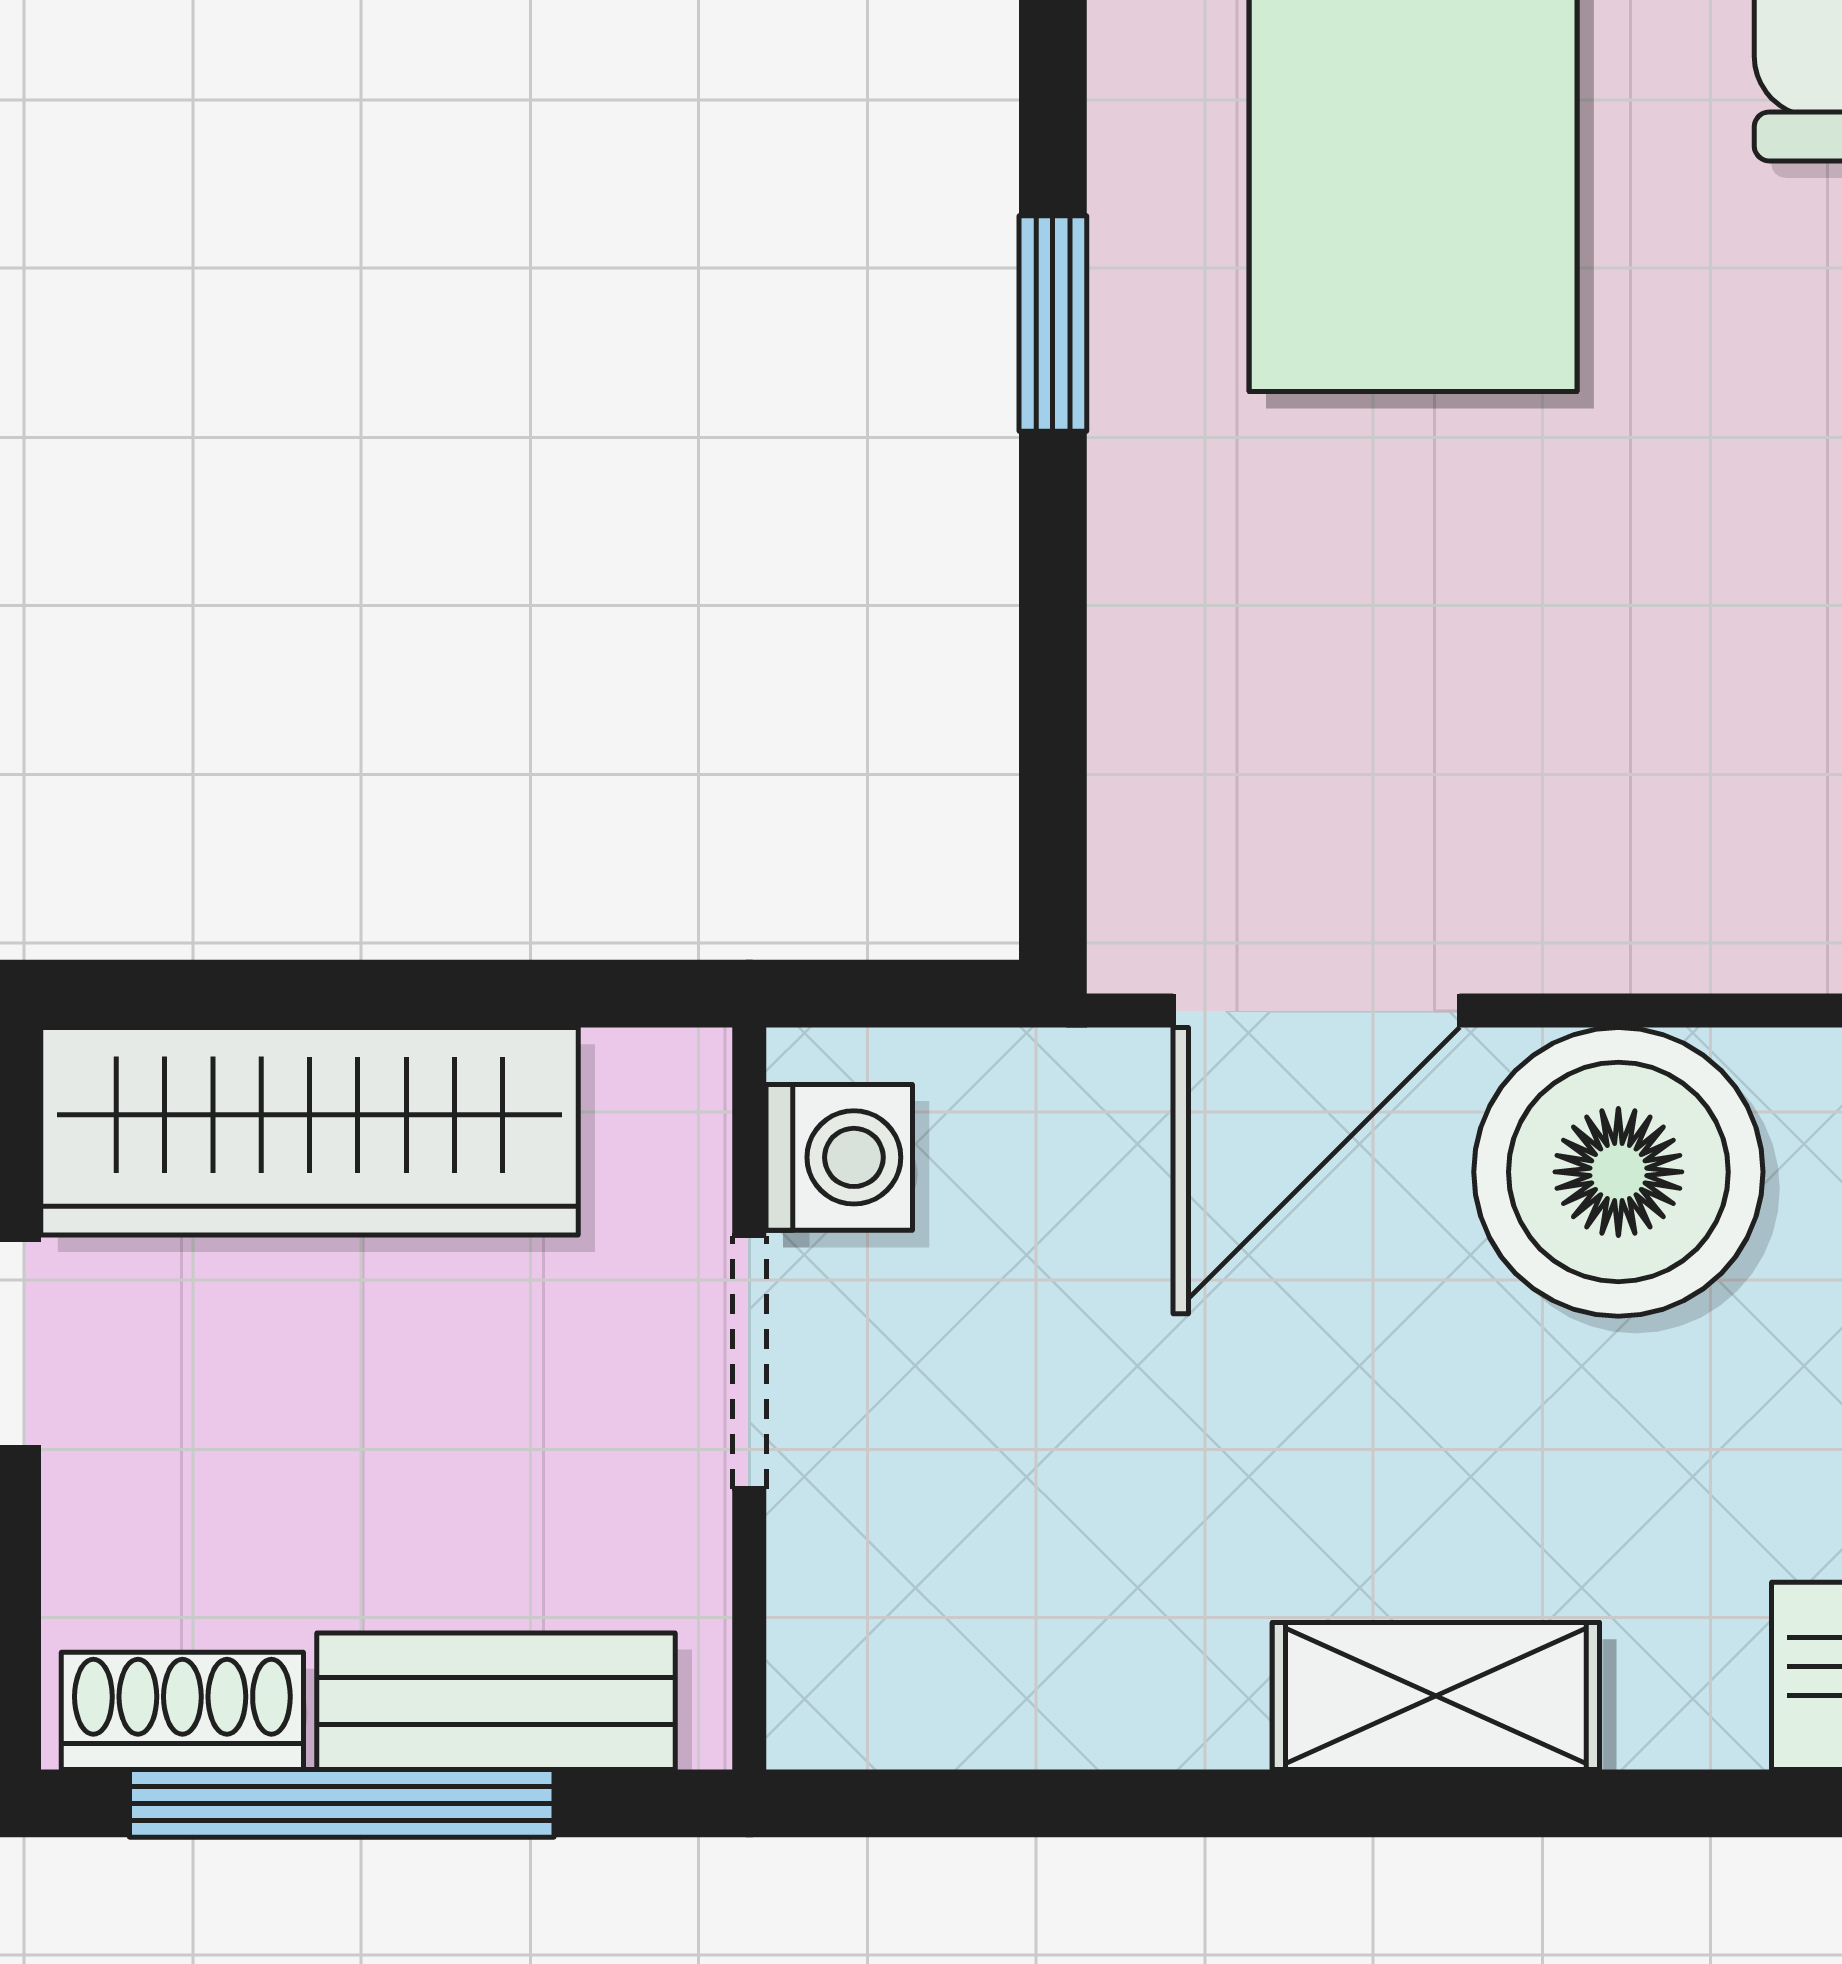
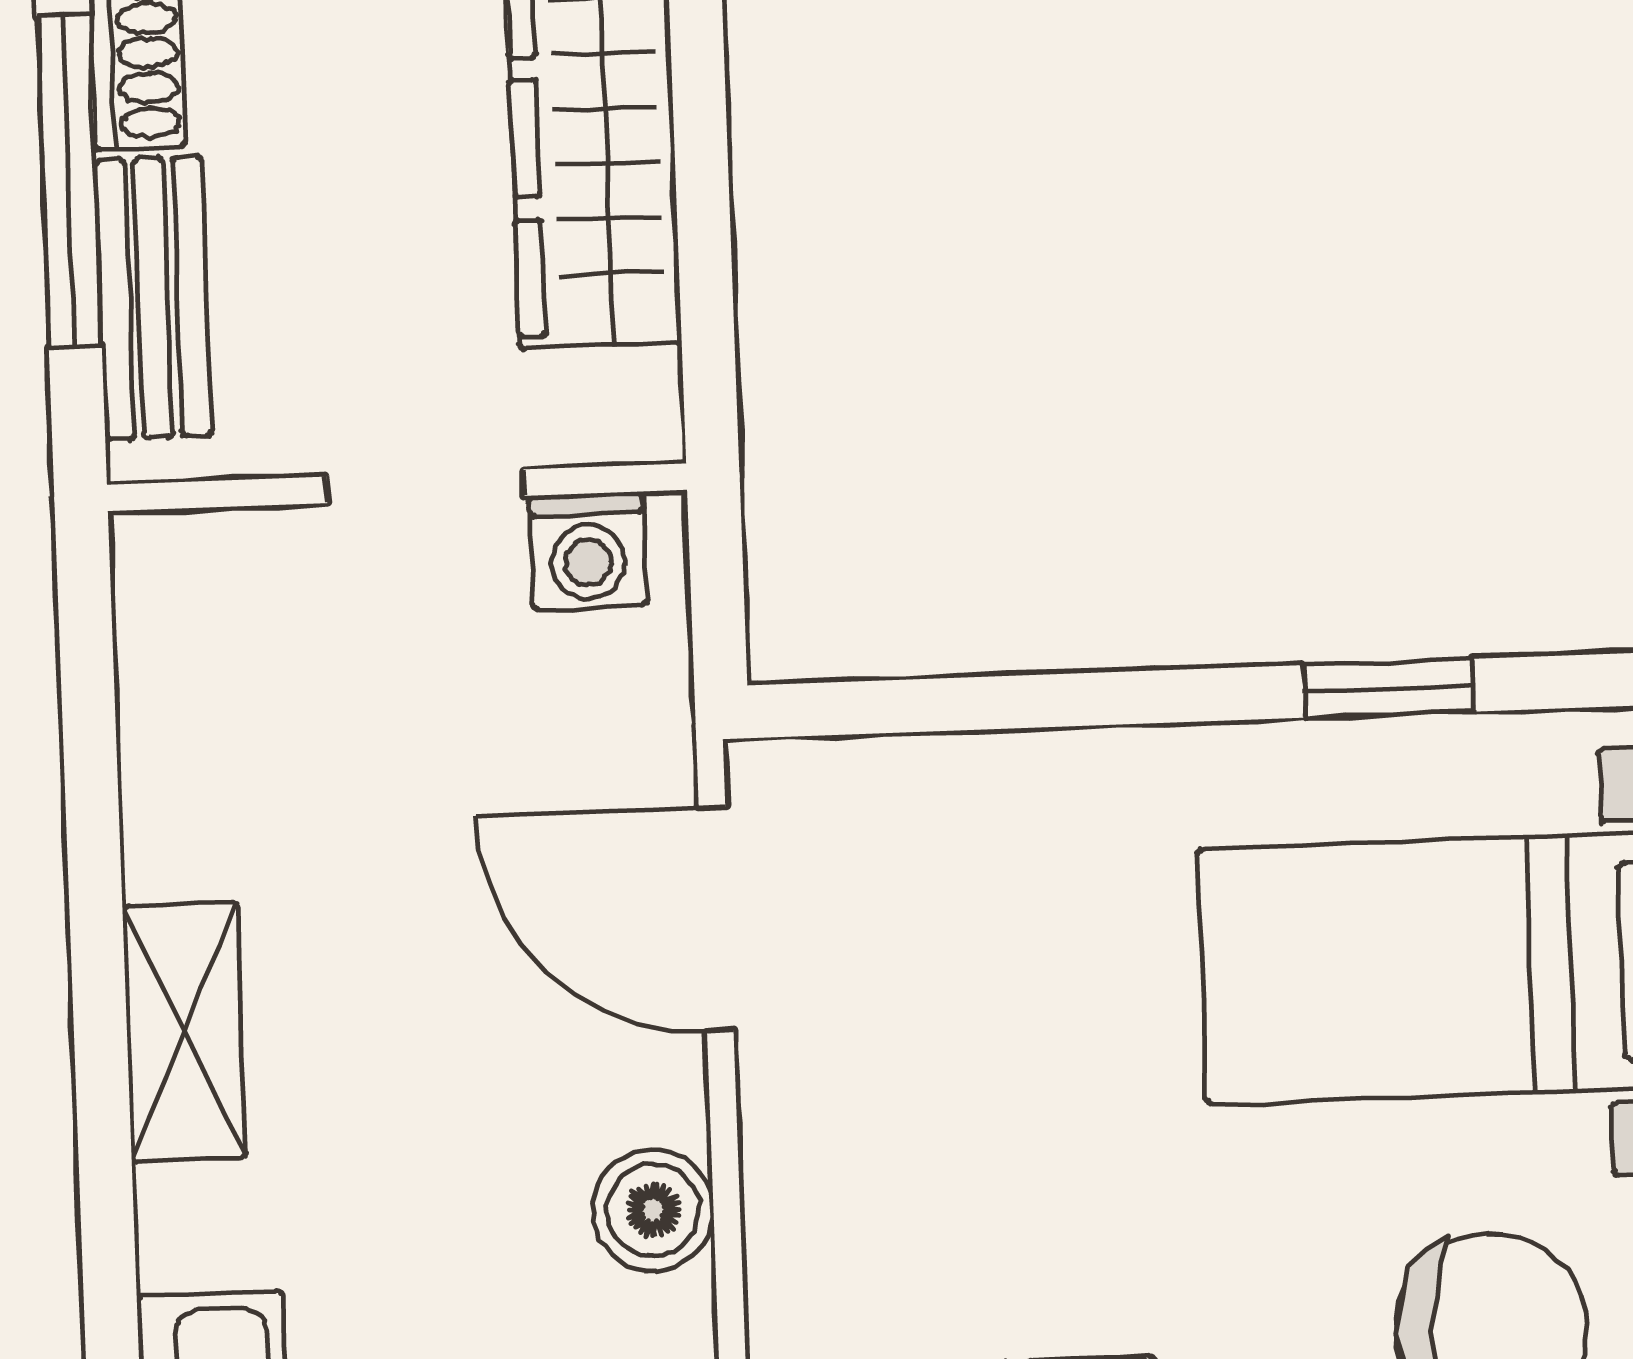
window: (1053, 323) -> (1389, 688), moved
boiler: (1618, 1172) -> (653, 1210), width x0.54, depth x0.54

